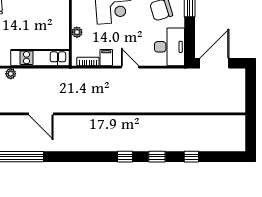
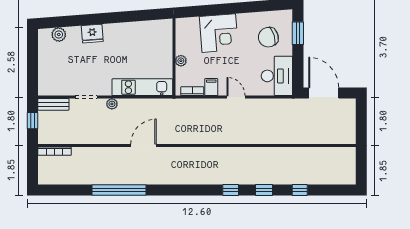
door: (214, 63) -> (324, 93), hinge flipped
door: (41, 114) -> (143, 146), swing flipped

